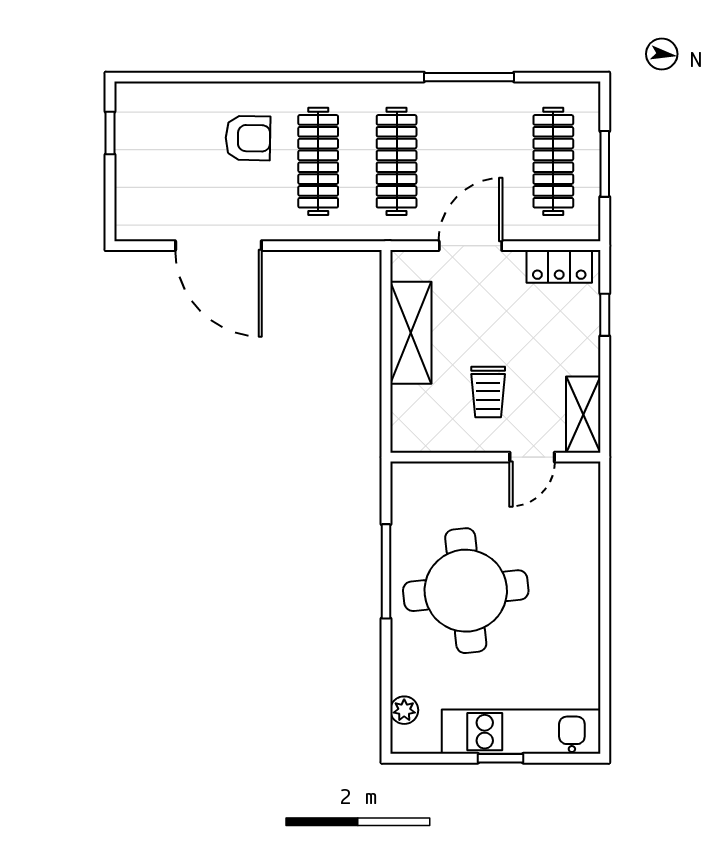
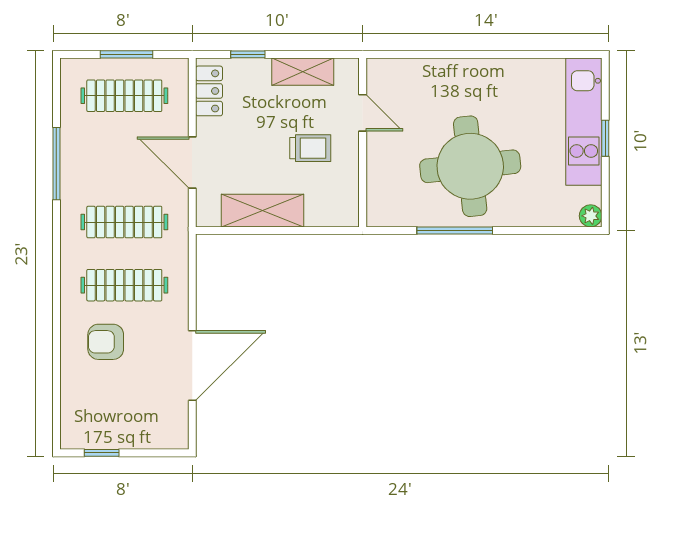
armchair: (248, 138) -> (106, 342), turned -91
shelving: (583, 415) -> (303, 72), moved
plant: (404, 710) -> (591, 216), moved

